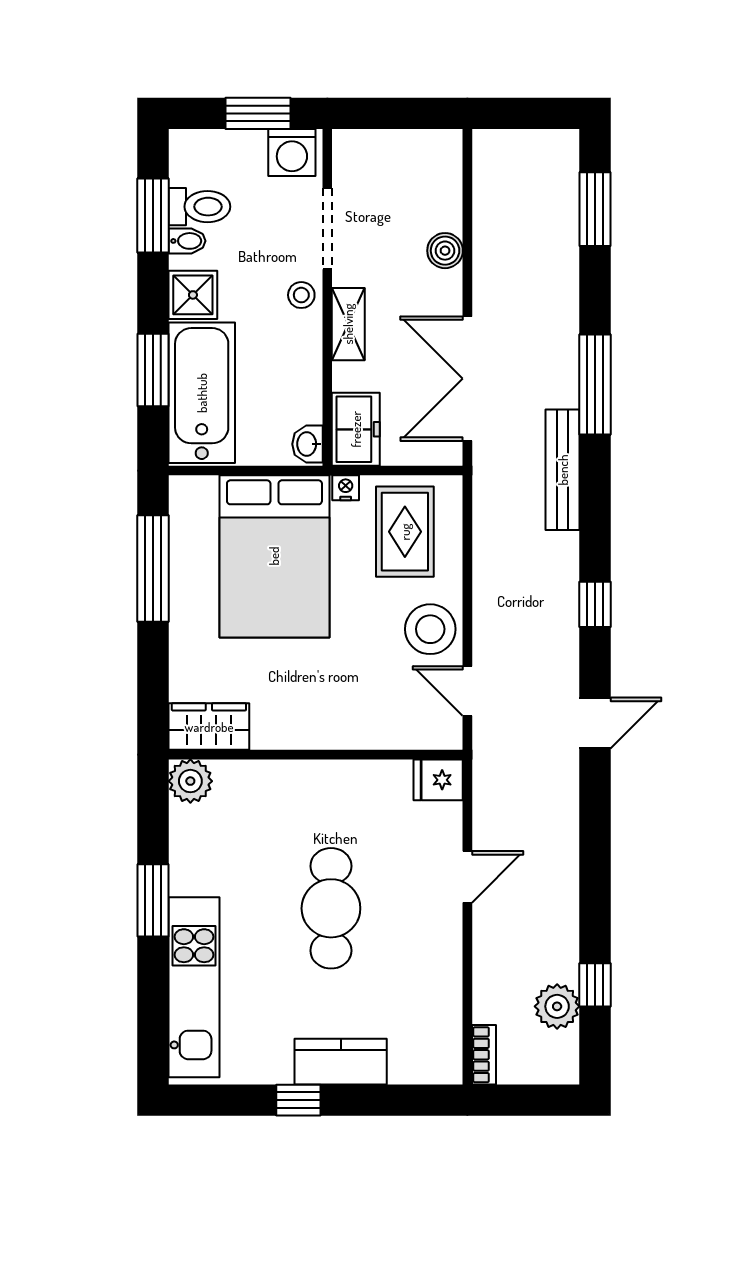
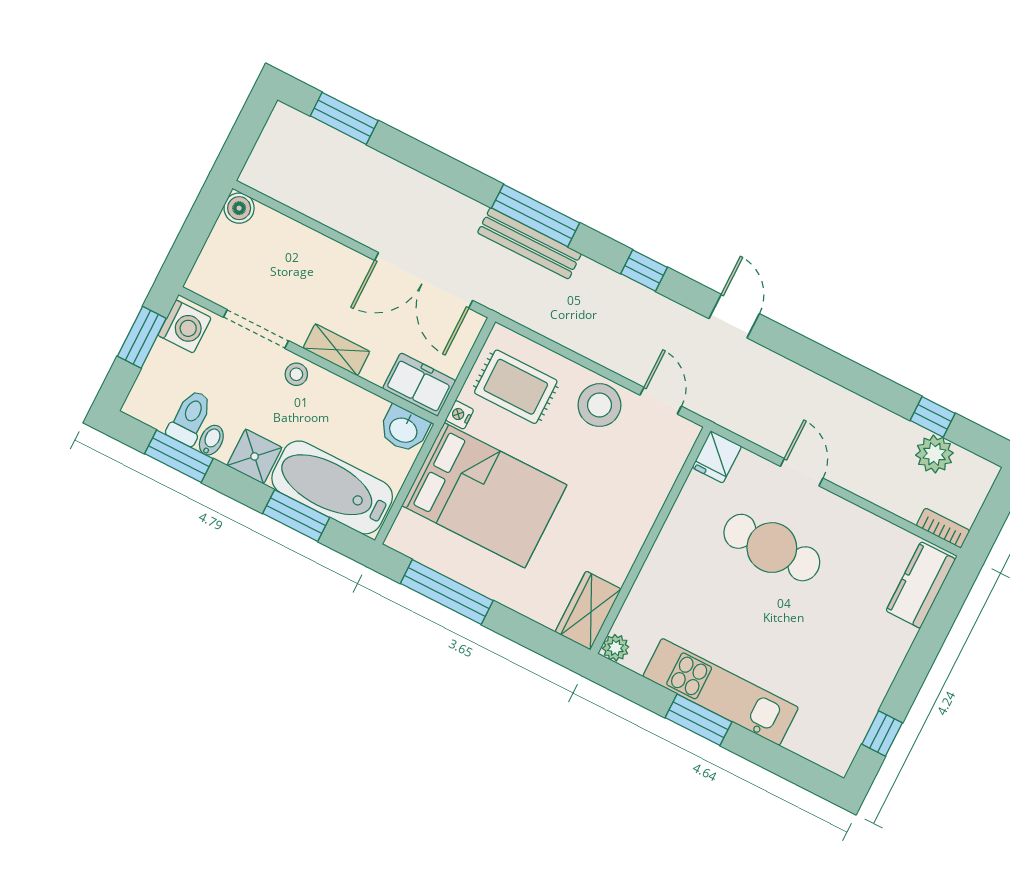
boiler: (445, 251) -> (239, 208), moved
window: (595, 384) -> (536, 215), moved
washbasin: (308, 444) -> (404, 429), width x1.38, depth x1.45
door: (467, 691) -> (661, 401), swing flipped
plant: (190, 781) -> (616, 648), width x0.73, depth x0.73
cafe table: (331, 908) -> (772, 548), moved
kitchen unit: (194, 987) -> (721, 692), moved
kitchen counter: (341, 1062) -> (921, 585), moved
window: (298, 1100) -> (882, 733), moved

